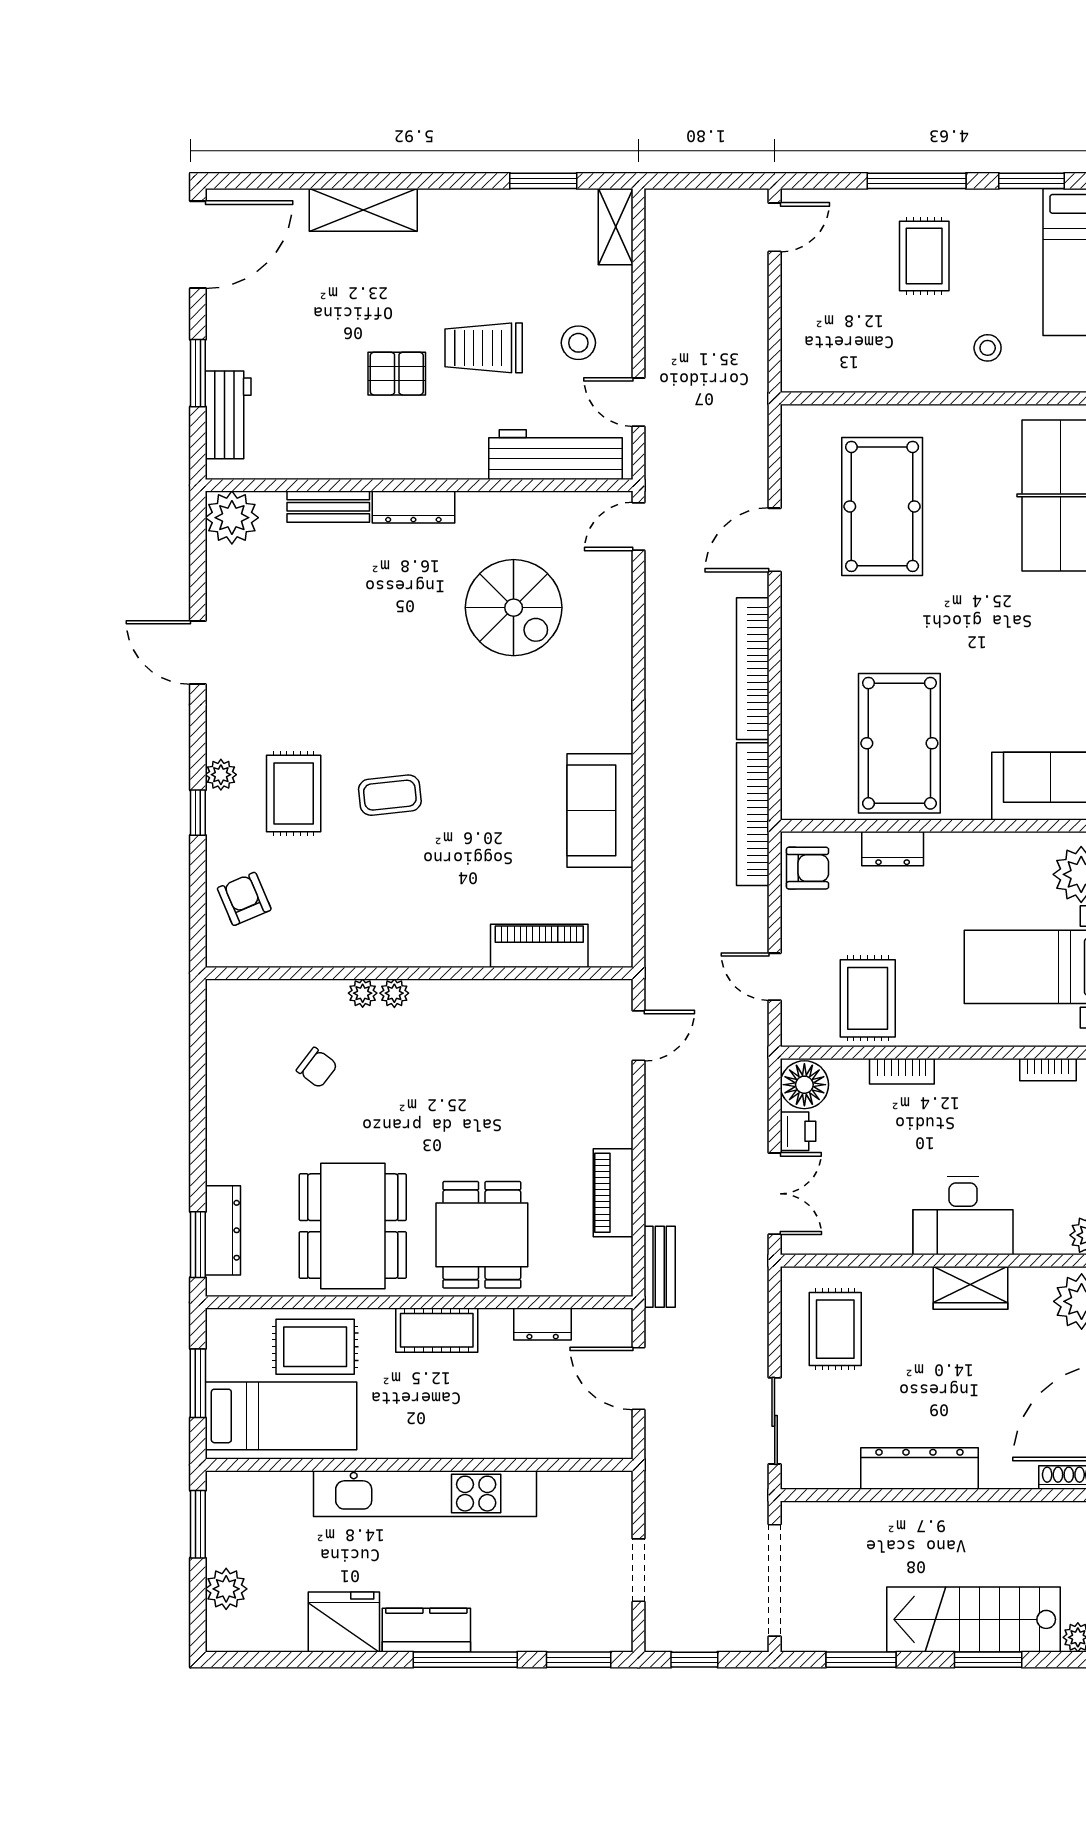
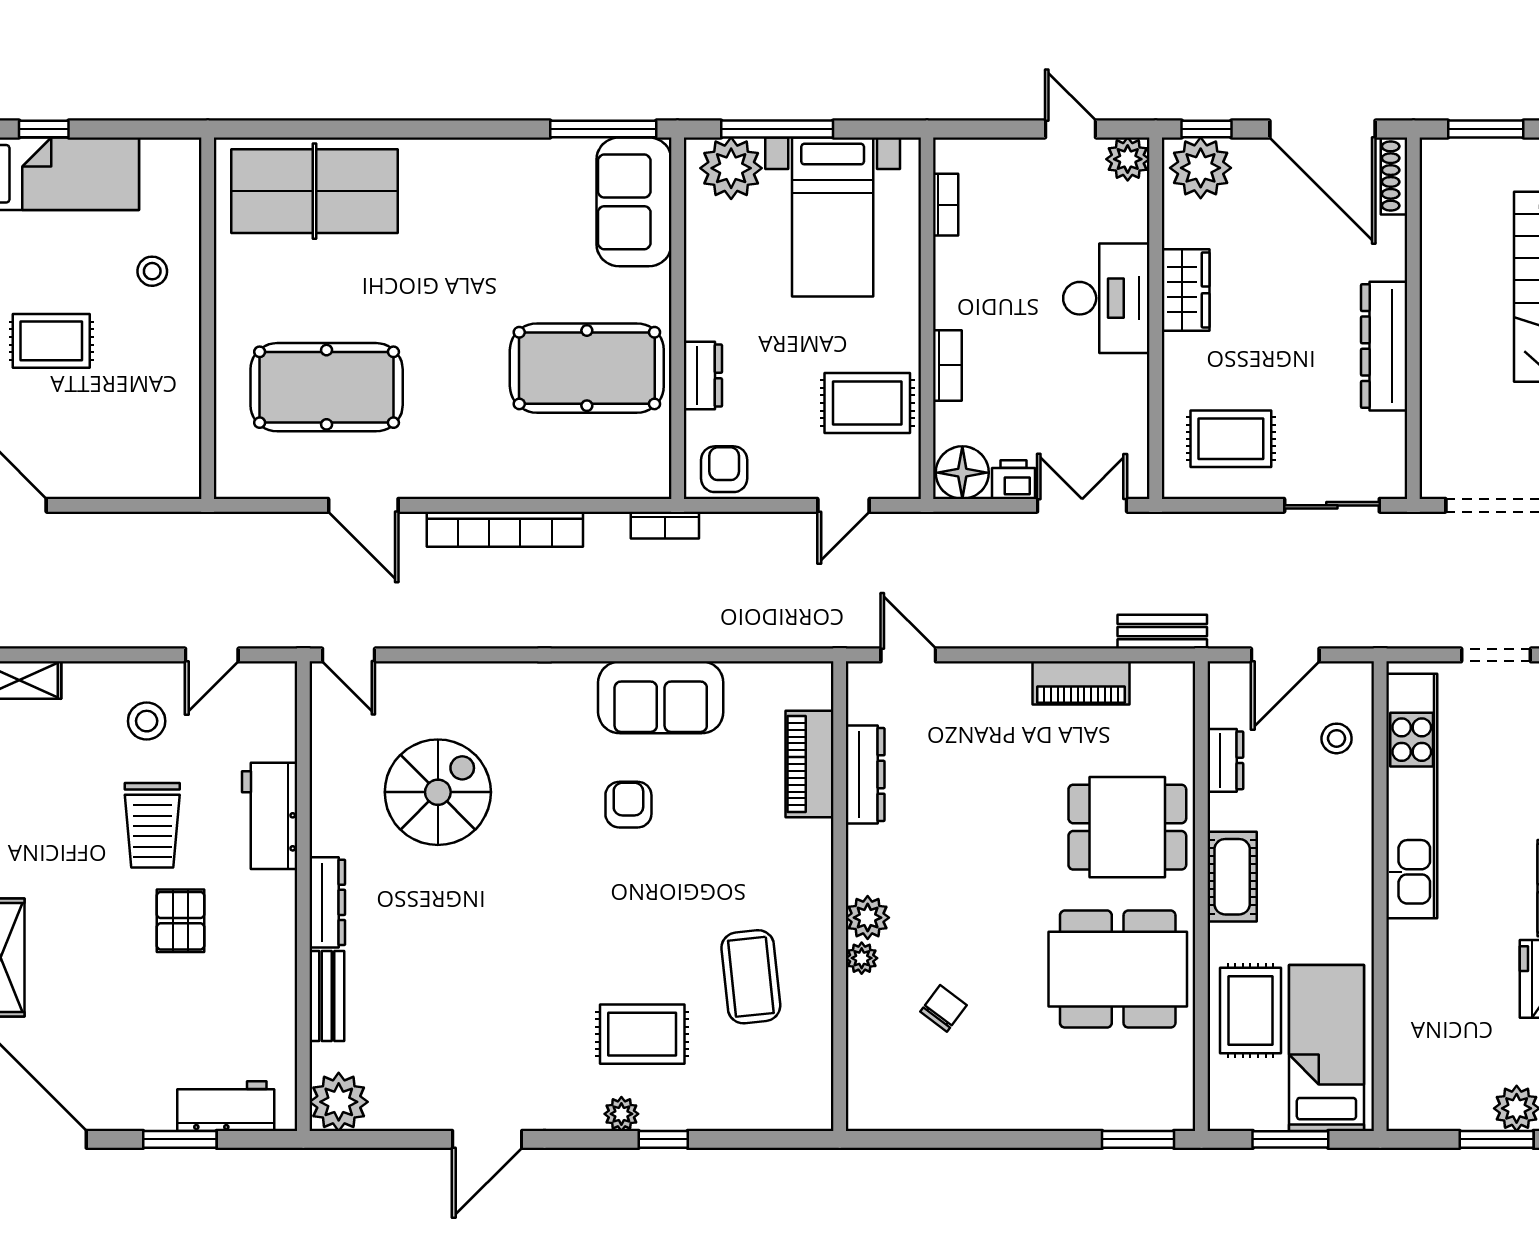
workbench: (555, 455) -> (270, 816), moved, width x0.73
coffee table: (390, 795) -> (751, 977), moved, width x1.36, depth x1.30
bookcase: (753, 814) -> (665, 525), width x0.43, depth x0.76
armchair: (244, 899) -> (628, 805), moved, turned 113
plant: (394, 993) -> (868, 918), width x1.38, depth x1.38
dresser: (223, 1230) -> (865, 774), moved, turned 90
stool: (563, 1425) -> (1337, 738), added
kitchen unit: (425, 1494) -> (1412, 796), moved
window: (198, 1524) -> (1497, 1139), moved

